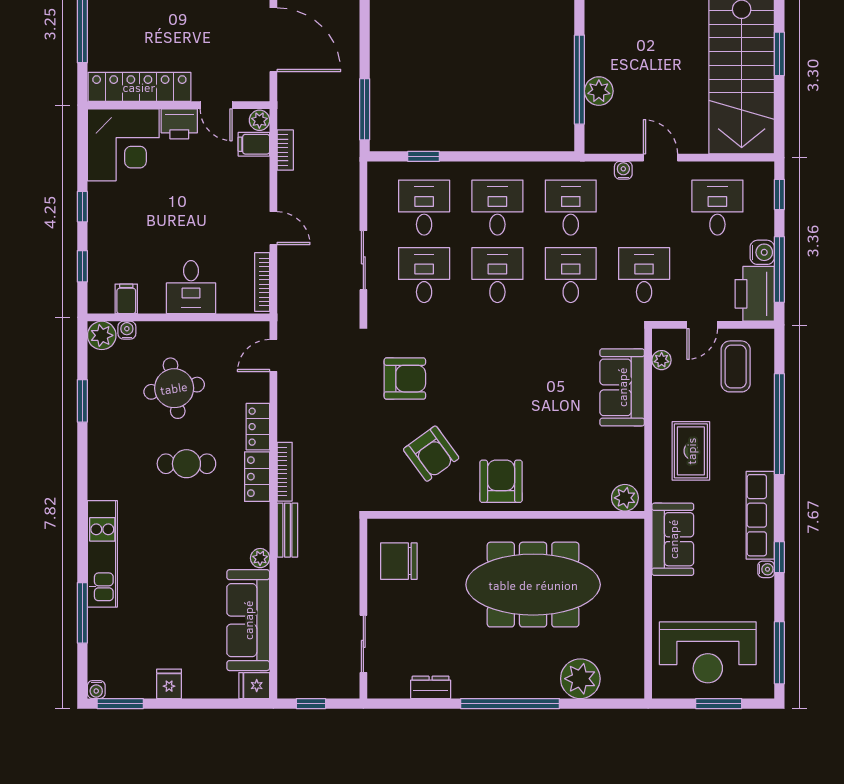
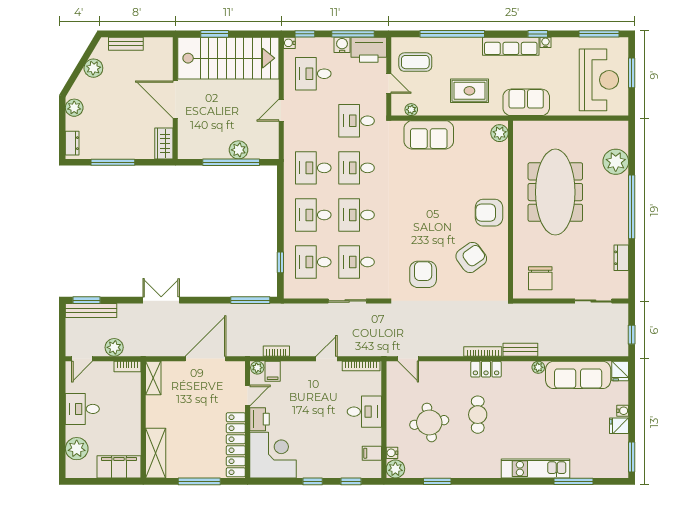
water cooler: (623, 170) -> (289, 43), moved
locker: (258, 427) -> (454, 369), removed
water cooler: (96, 690) -> (623, 411), moved

